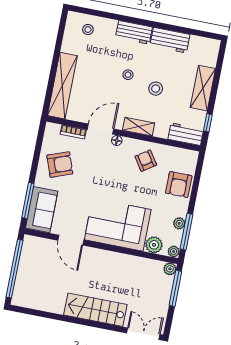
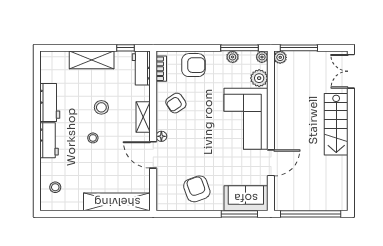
bookcase: (73, 132) -> (161, 69), moved

